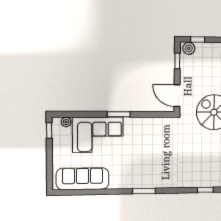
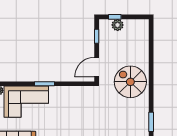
plant: (189, 48) -> (118, 25), moved
door: (177, 96) -> (97, 67), hinge flipped

